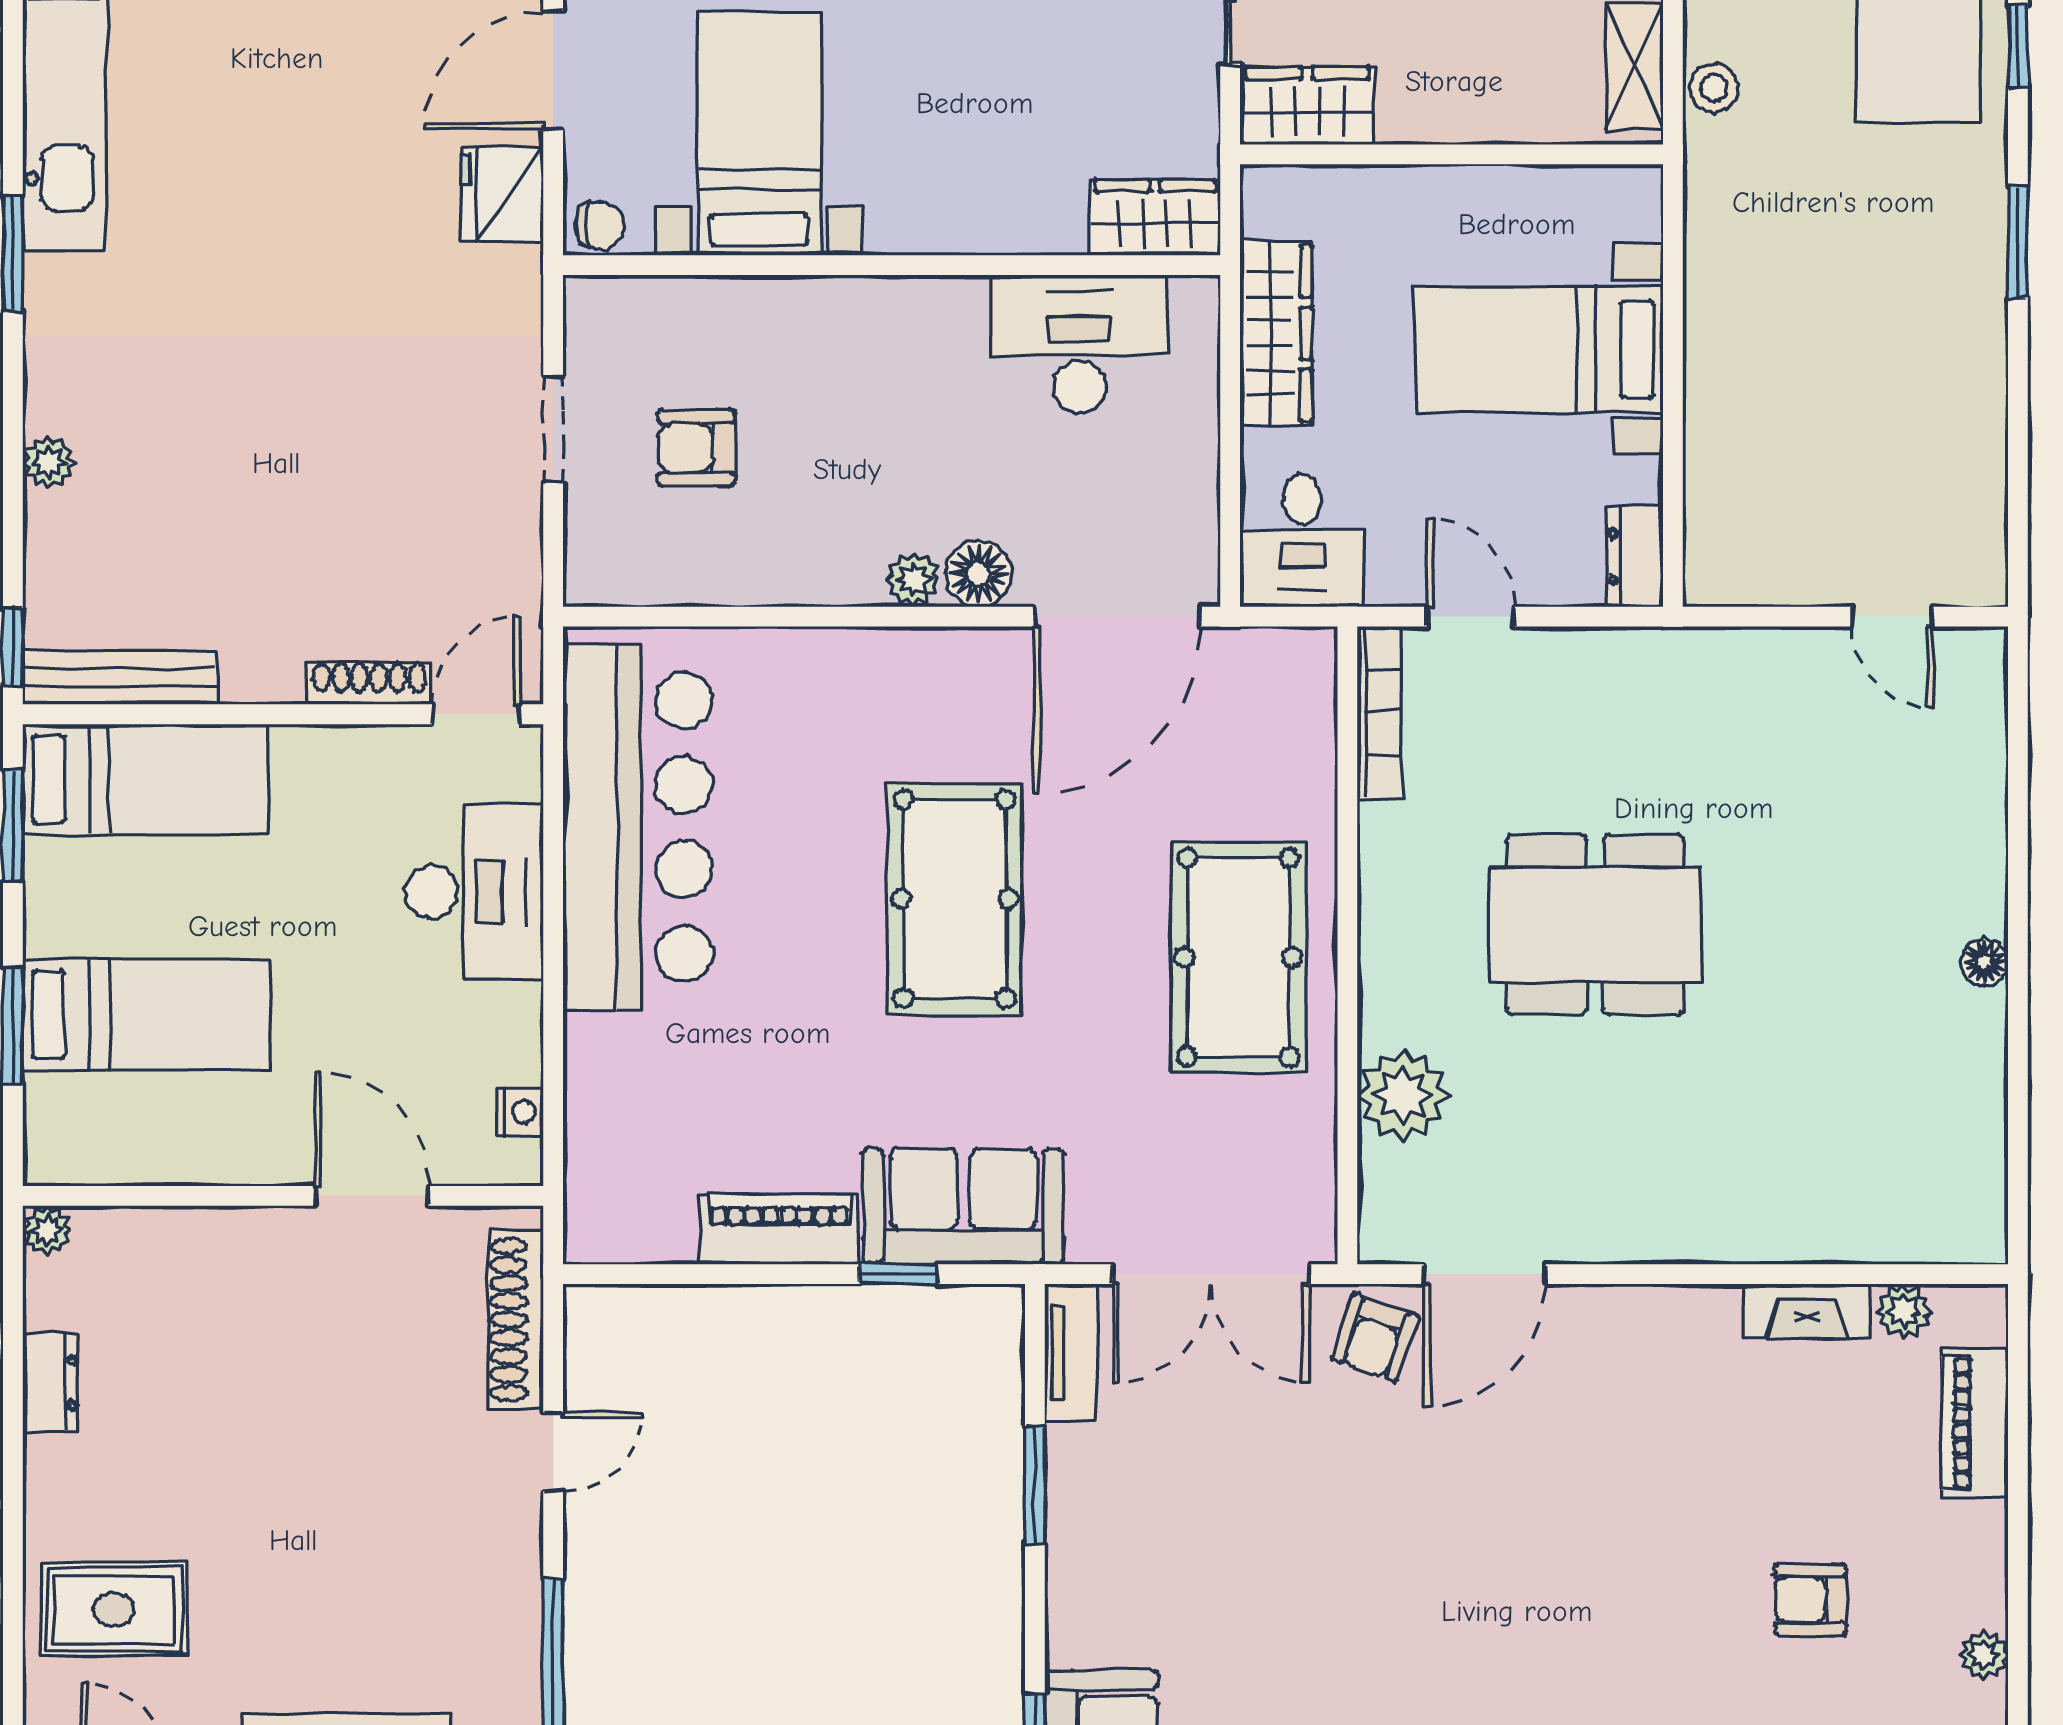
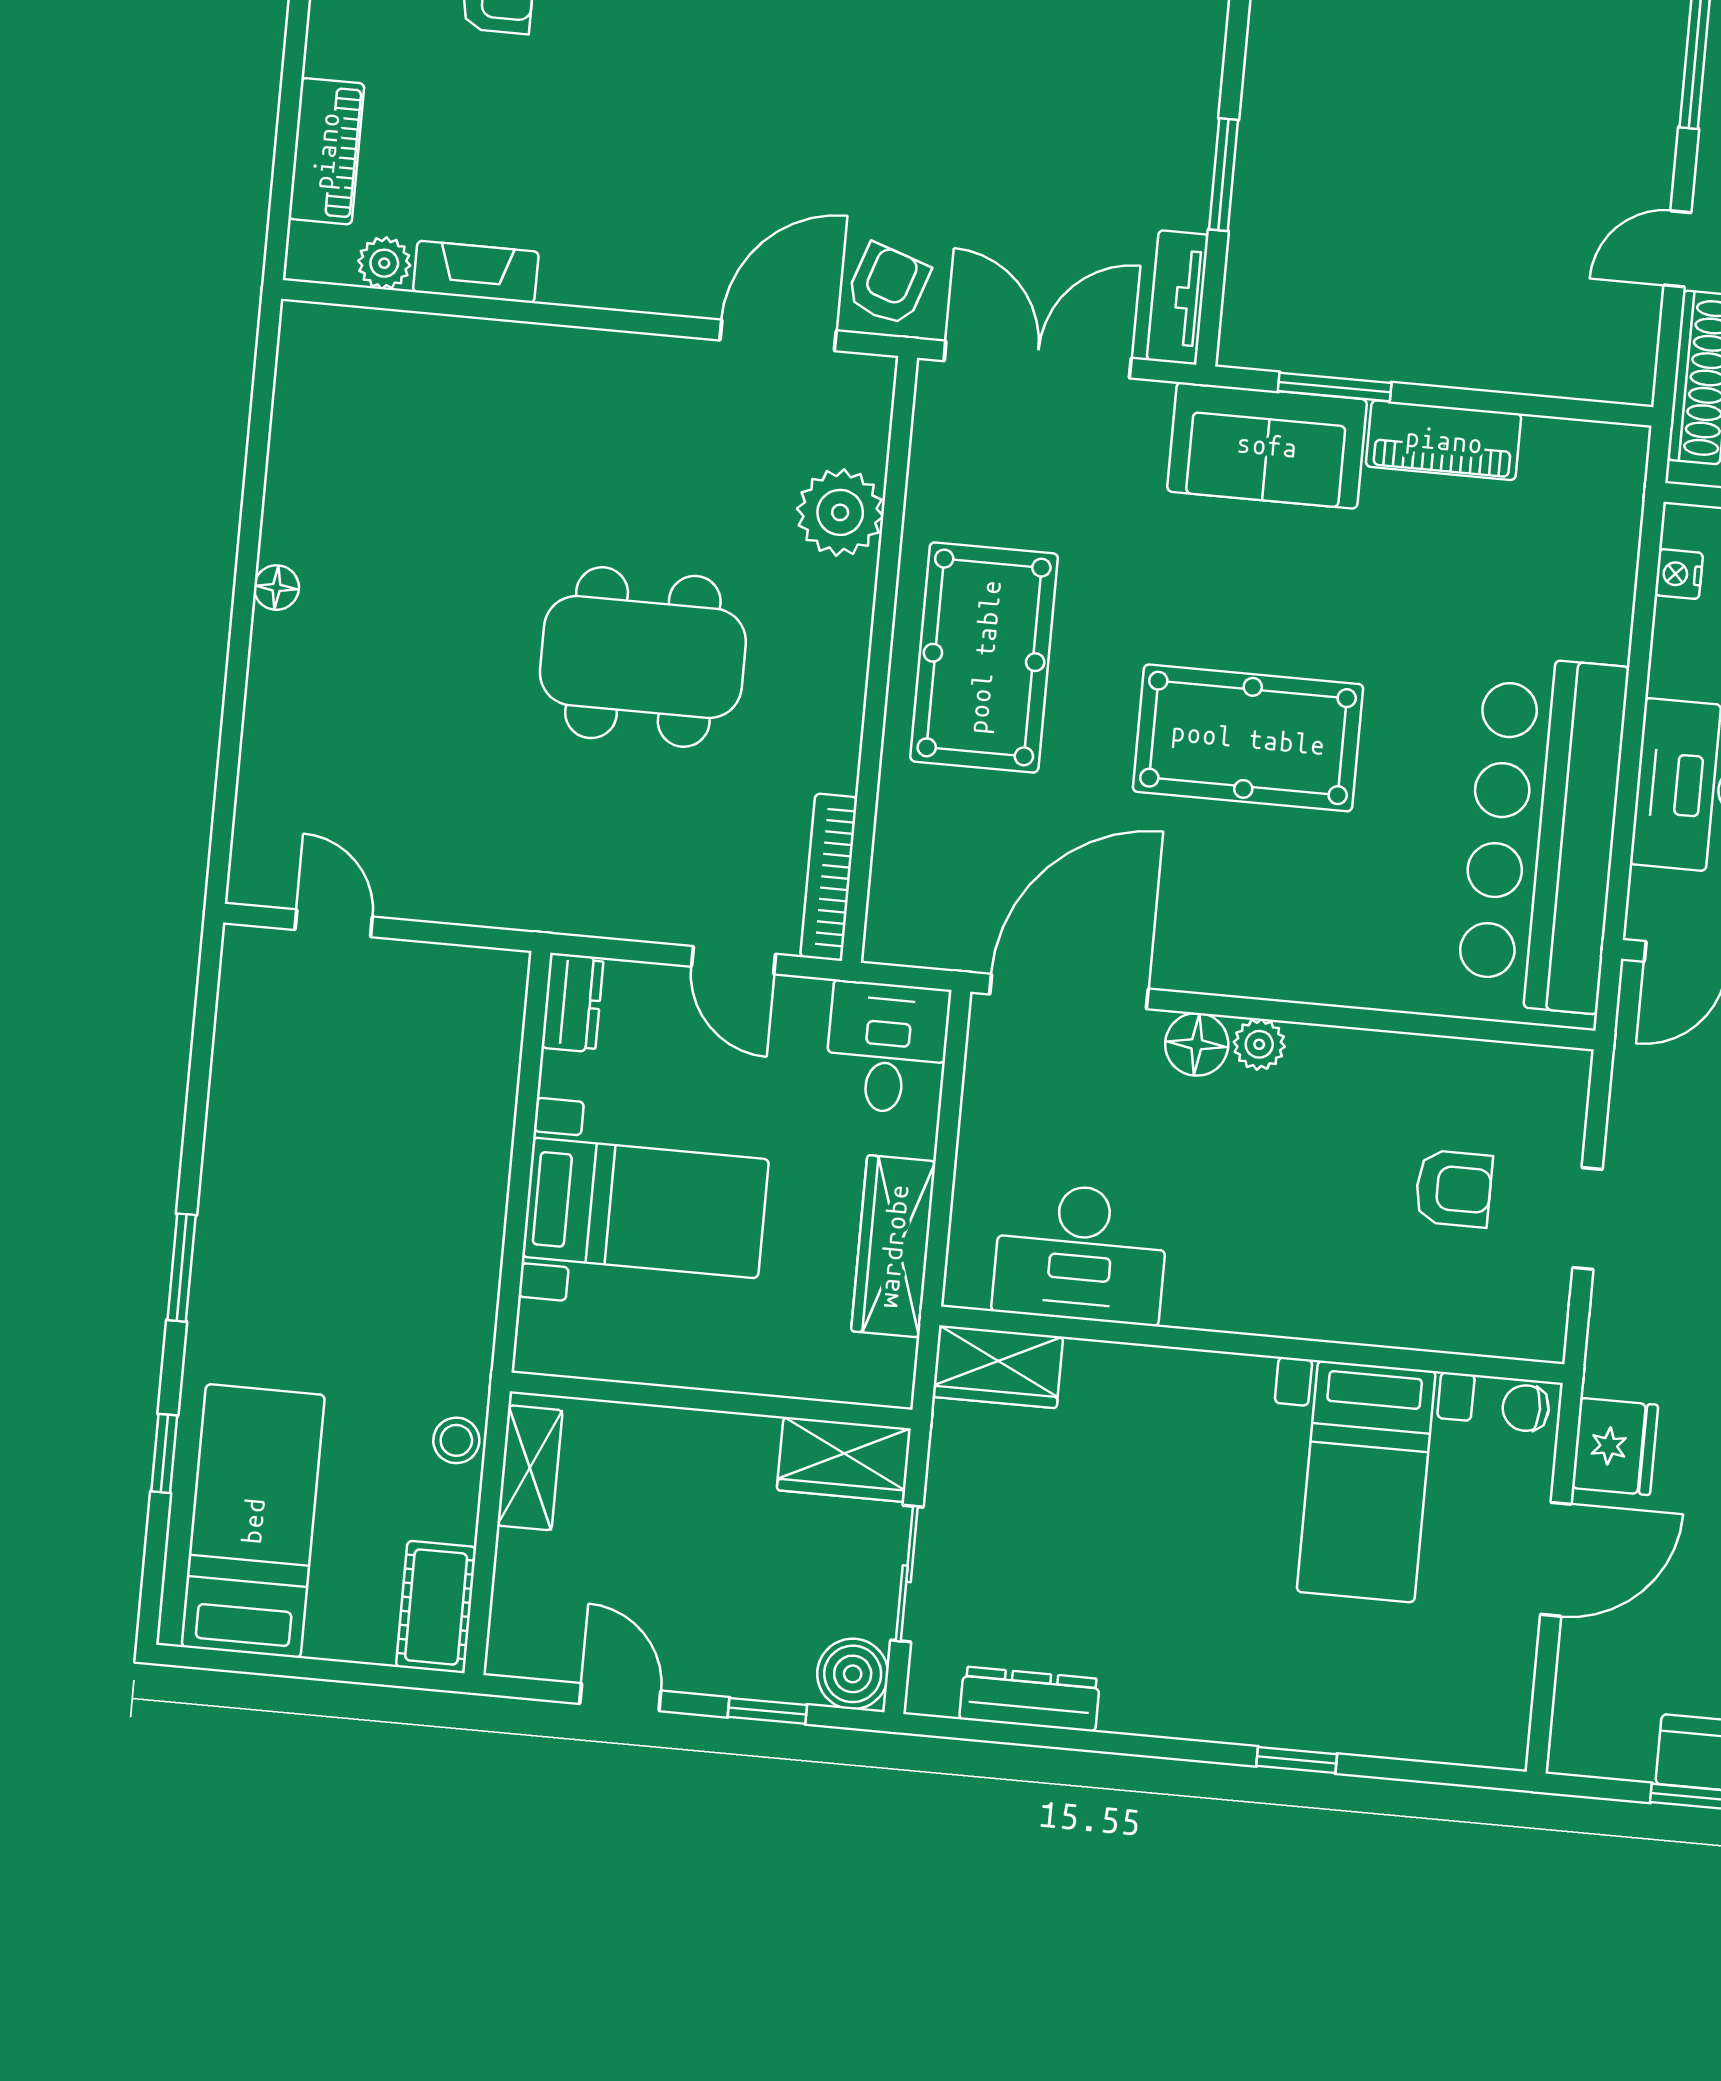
pool table: (955, 899) -> (1248, 738), turned 90
window: (898, 1274) -> (1335, 387), width x1.50

